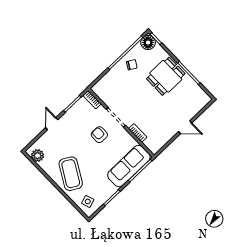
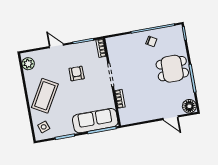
floor lamp: (148, 43) -> (189, 106), moved
door: (52, 124) -> (56, 46), hinge flipped
door: (185, 127) -> (171, 118), moved
armchair: (99, 135) -> (77, 74), moved

